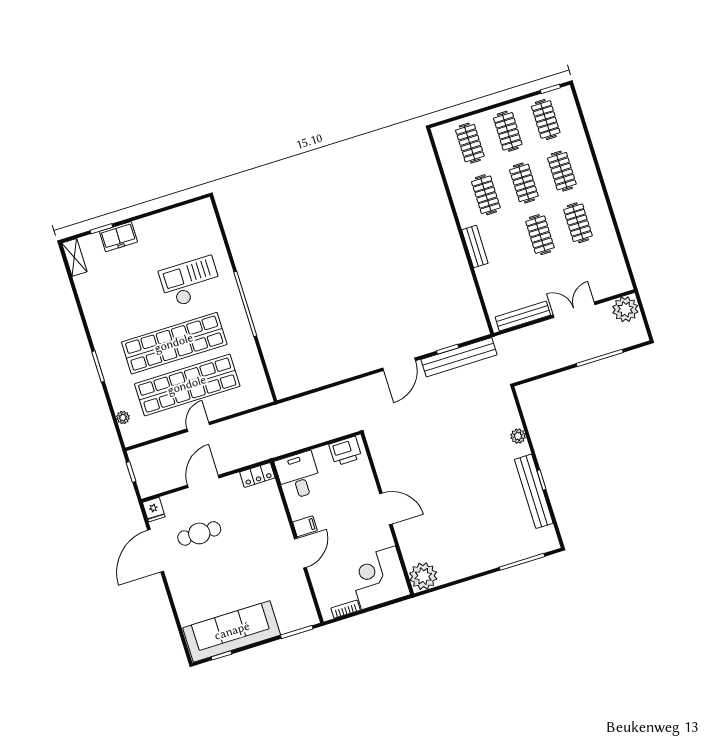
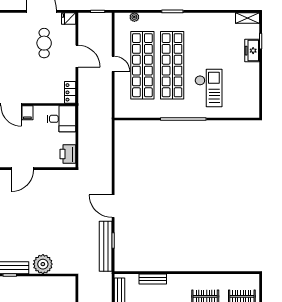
bench: (475, 247) -> (153, 279), moved
plant: (518, 436) -> (43, 264), width x1.87, depth x1.87

